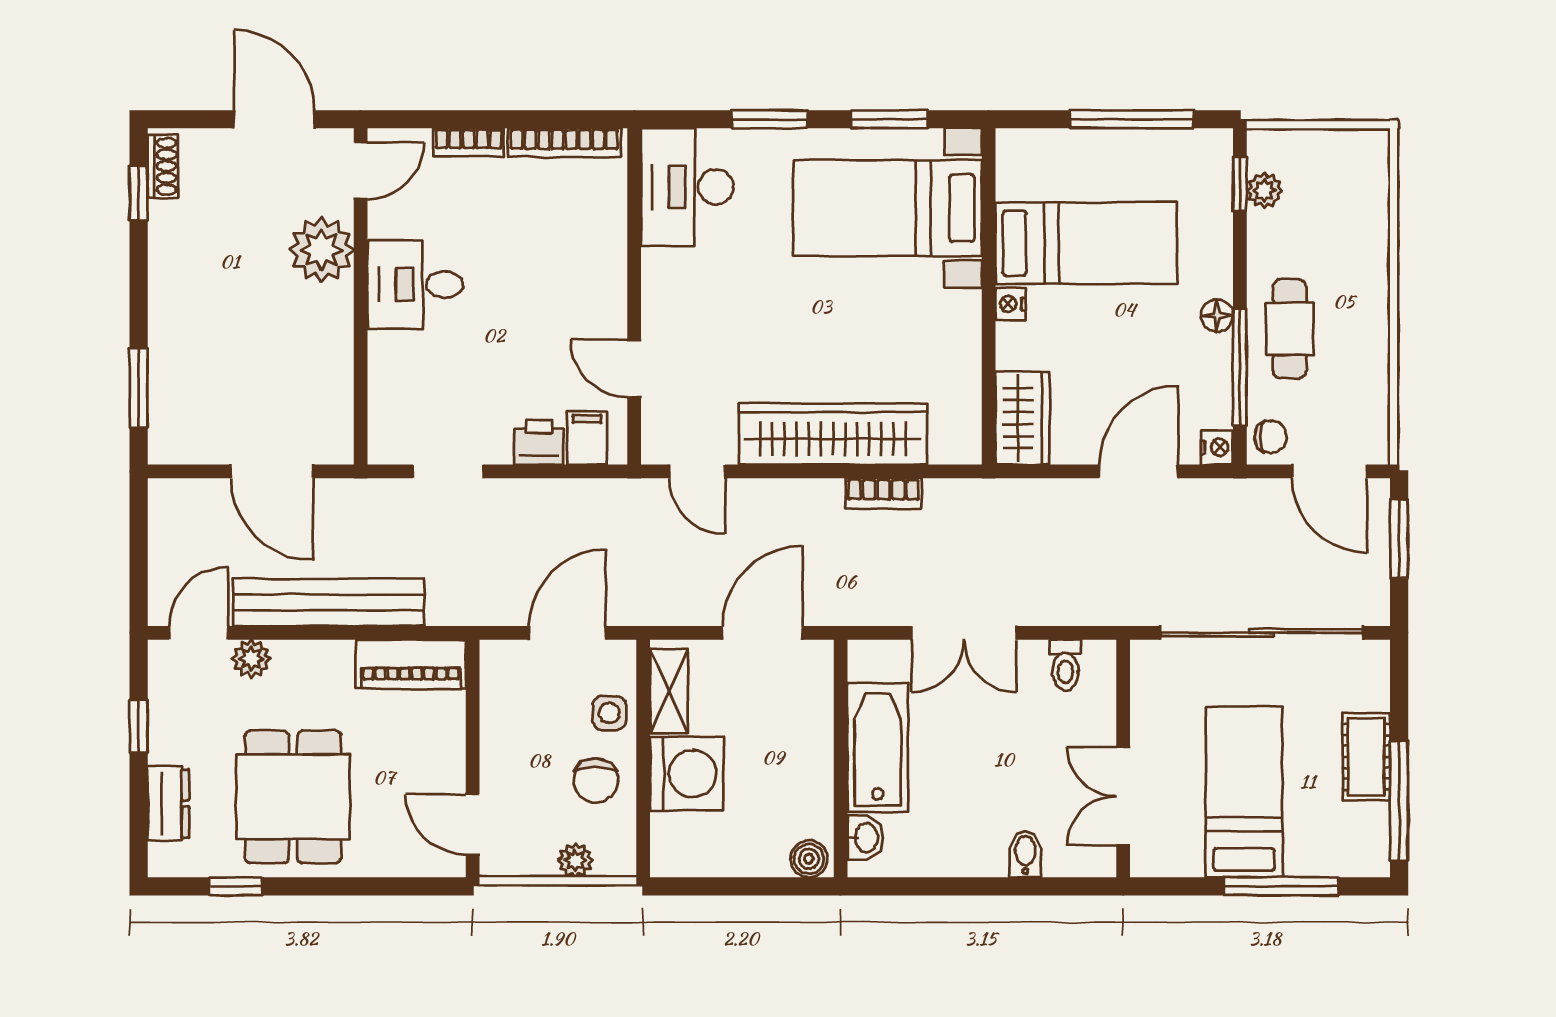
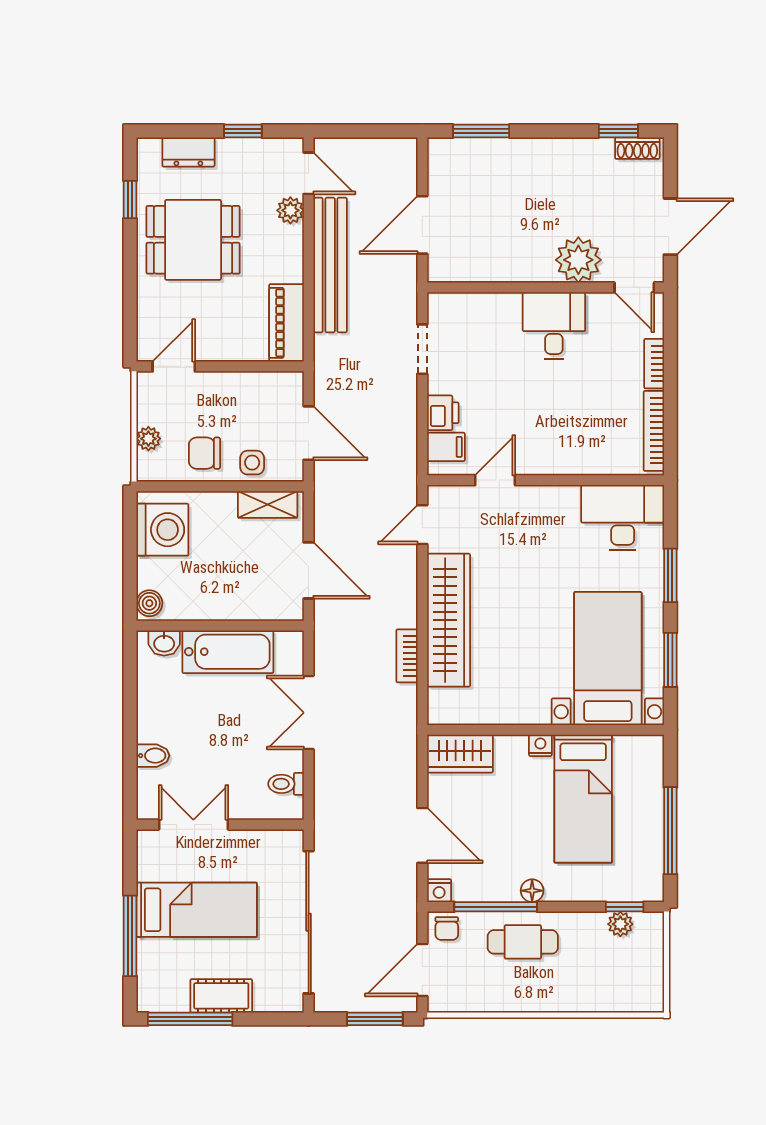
washing machine: (687, 774) -> (162, 530), moved, turned -90

